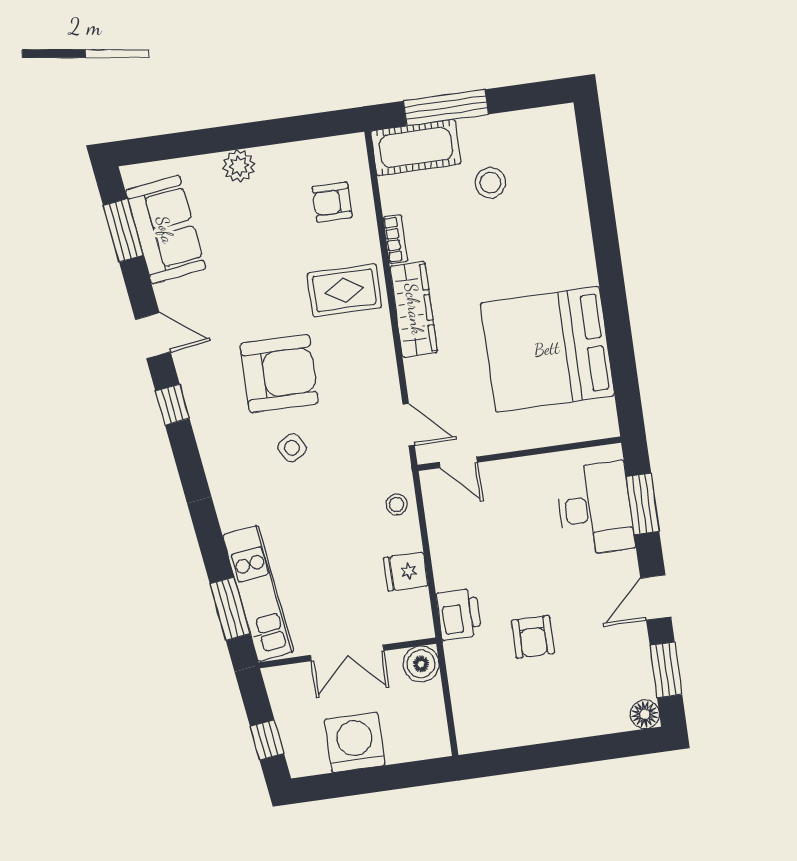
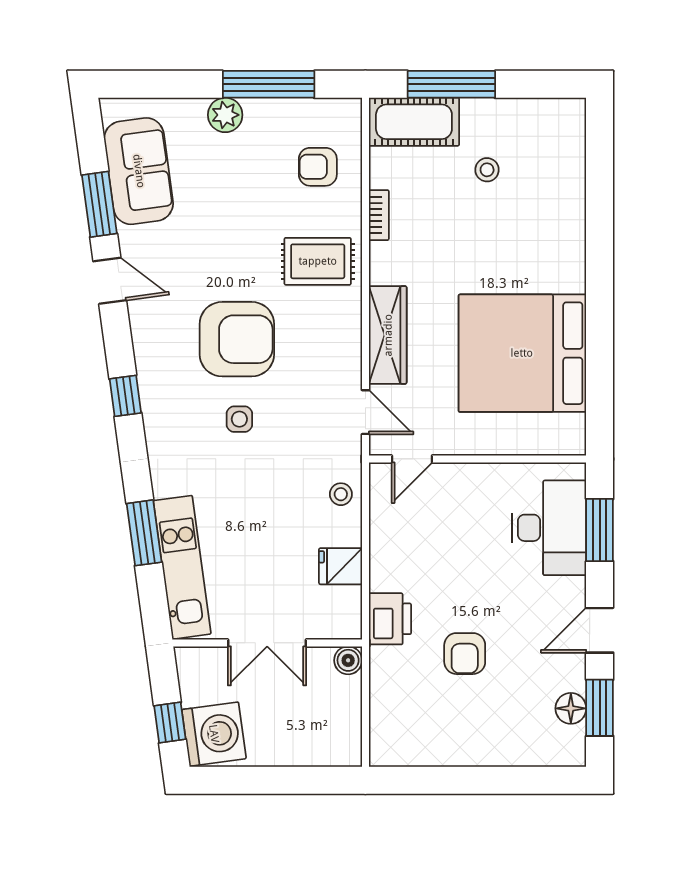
window: (275, 132) -> (269, 84), added
stool: (490, 183) -> (487, 170), width x0.73, depth x0.73
window: (123, 230) -> (99, 204), moved
wardrobe: (414, 309) -> (388, 335), moved
window: (172, 405) -> (125, 396), moved
side table: (292, 448) -> (239, 419), turned 30
door: (458, 462) -> (412, 459), hinge flipped
window: (230, 609) -> (144, 533), moved
boiler: (421, 664) -> (348, 660), width x0.73, depth x0.73
floor lamp: (645, 714) -> (571, 708), moved
washing machine: (355, 742) -> (214, 734), moved, turned 82

